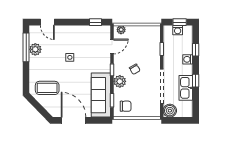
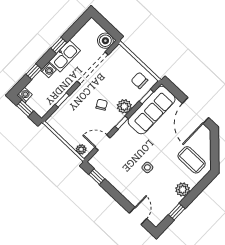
washing machine: (178, 30) -> (25, 95), moved
window: (26, 47) -> (177, 212), width x0.46
plant: (35, 49) -> (183, 190), moved
kitchen sink: (186, 88) -> (65, 56), moved

